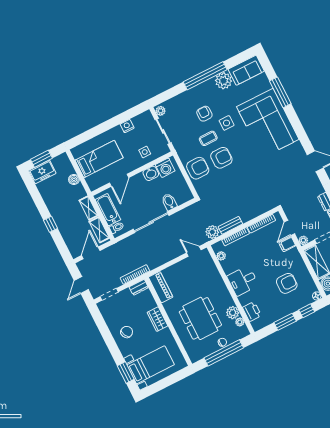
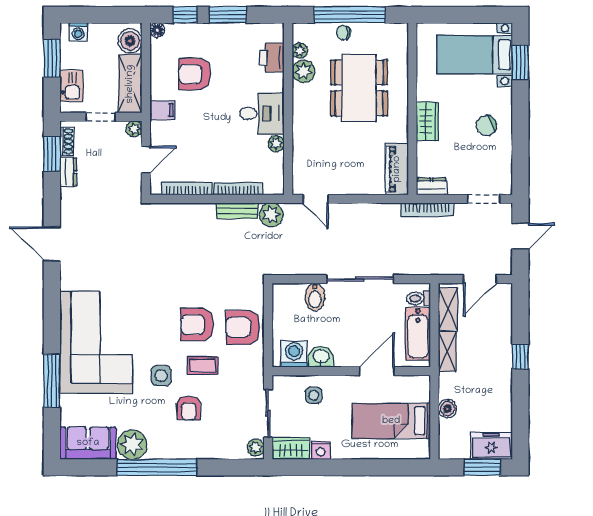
wardrobe: (143, 119) -> (291, 448), added
filing cabinet: (287, 244) -> (162, 110), moved
plant: (221, 256) -> (276, 144), moved

